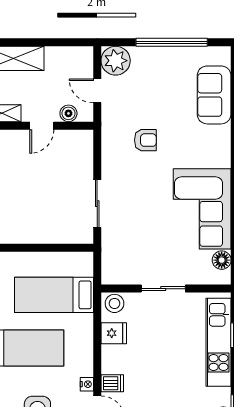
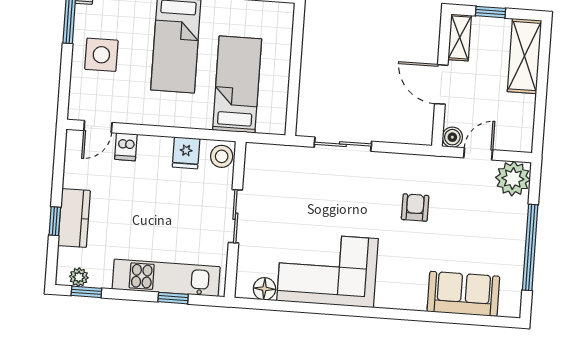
boiler: (68, 113) -> (452, 137), moved
door: (42, 126) -> (441, 84), width x1.38
armchair: (145, 140) -> (415, 208), turned 180
nightstand: (87, 384) -> (127, 116), removed

